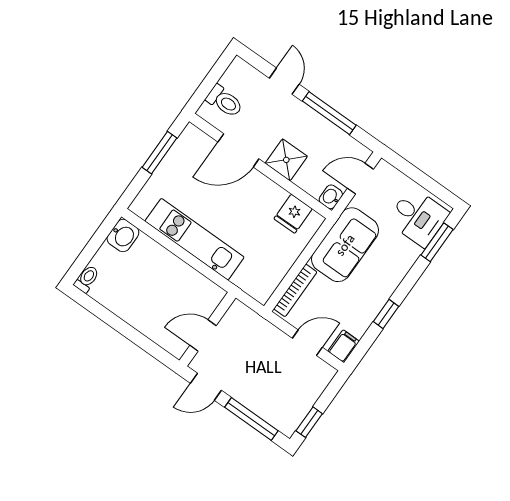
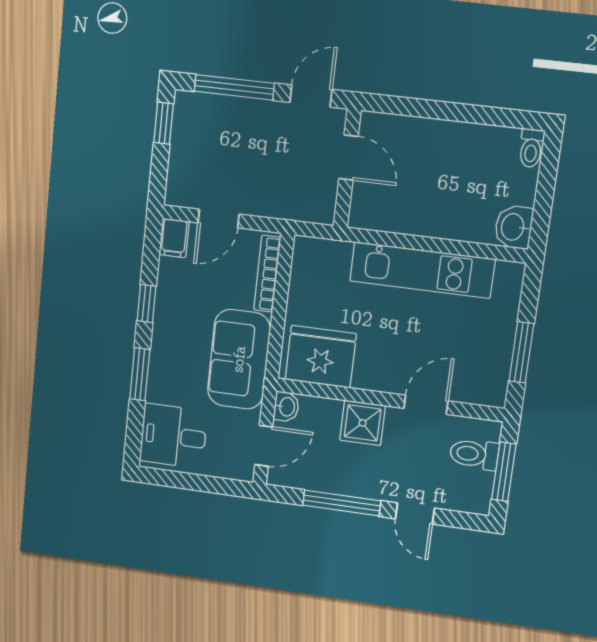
window: (211, 80) -> (504, 472), added
door: (238, 150) -> (426, 405), width x0.73
fridge: (293, 214) -> (321, 357), width x1.88, depth x1.34
window: (437, 242) -> (140, 374), moved
door: (203, 335) -> (348, 158), hinge flipped

